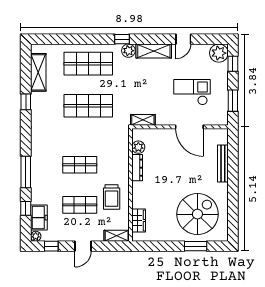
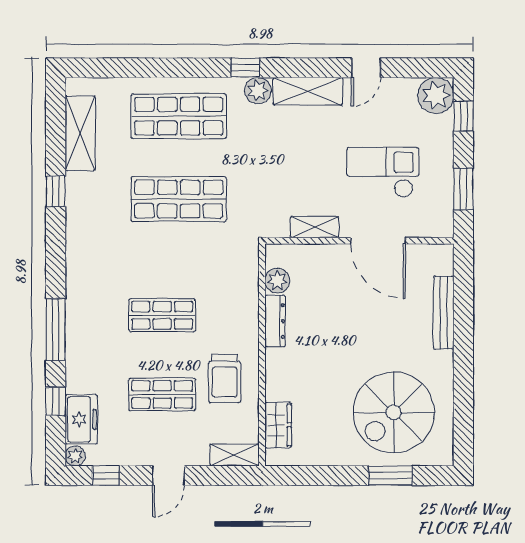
shelving: (143, 120) -> (314, 227), moved
spiral stairs: (197, 214) -> (394, 412), turned 180

